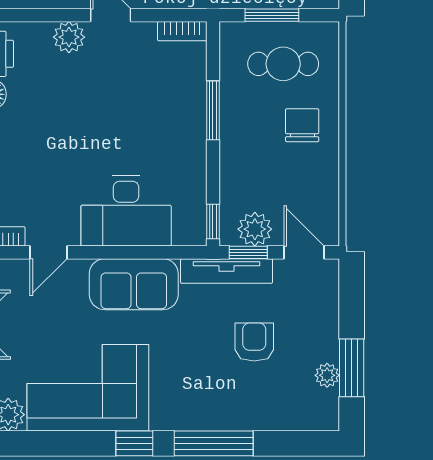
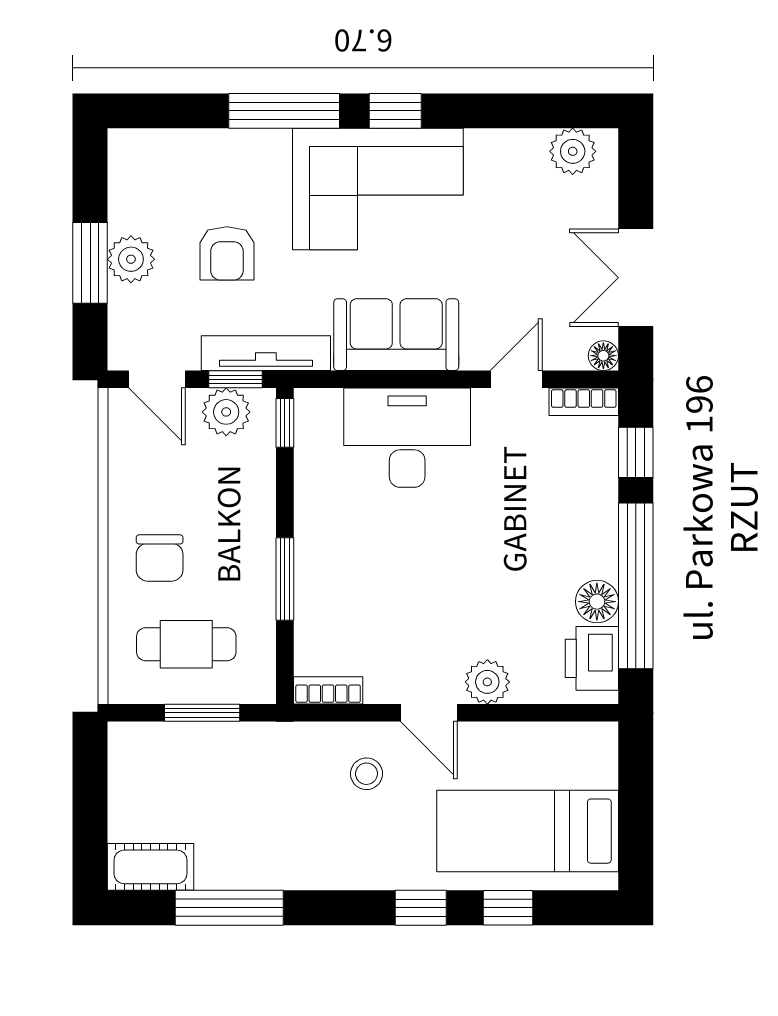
window: (352, 368) -> (90, 263), moved
plant: (327, 375) -> (131, 259), moved, width x1.38, depth x1.38
corner sofa: (88, 388) -> (378, 189), moved

